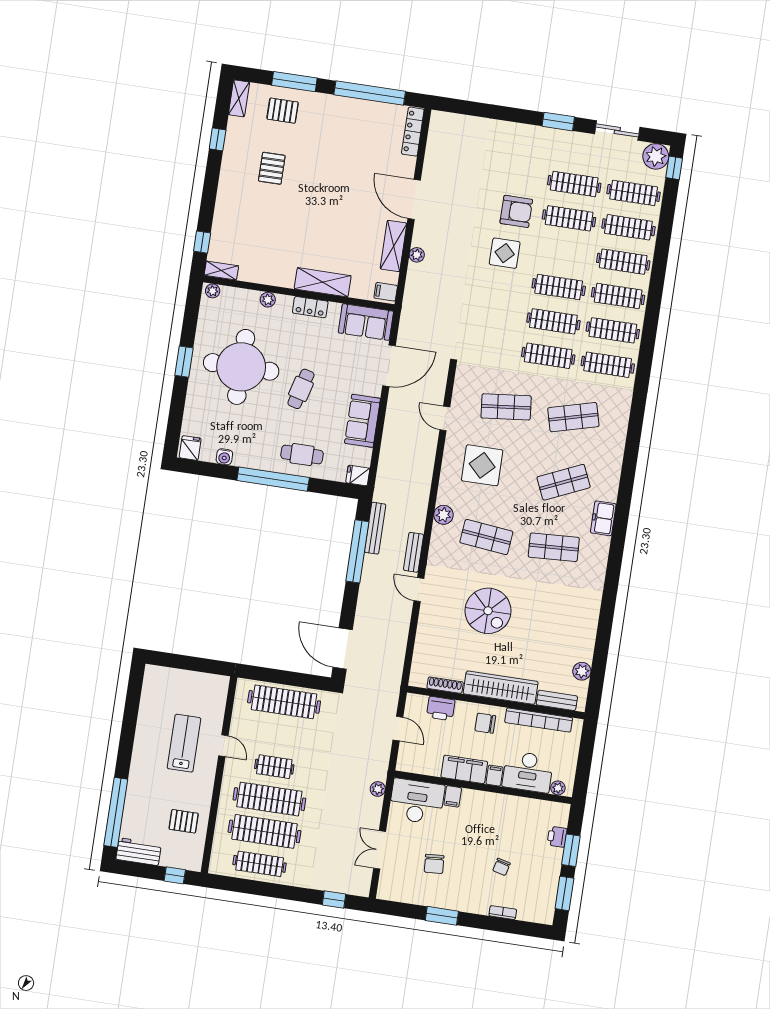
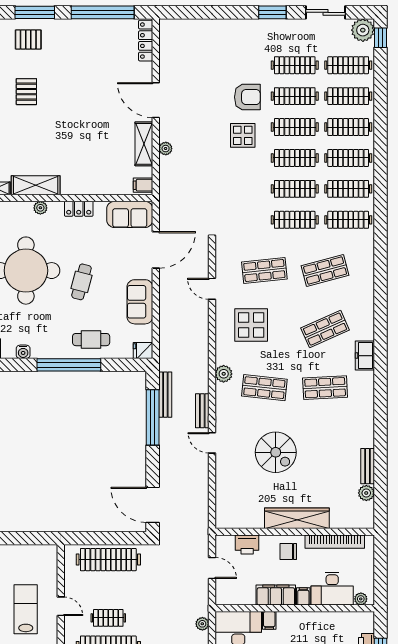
clothes rail: (564, 253) -> (295, 127), added
shelving: (323, 282) -> (36, 185), moved
shoe rack: (445, 685) -> (248, 523), removed
bench: (557, 700) -> (368, 466), moved, turned 90

